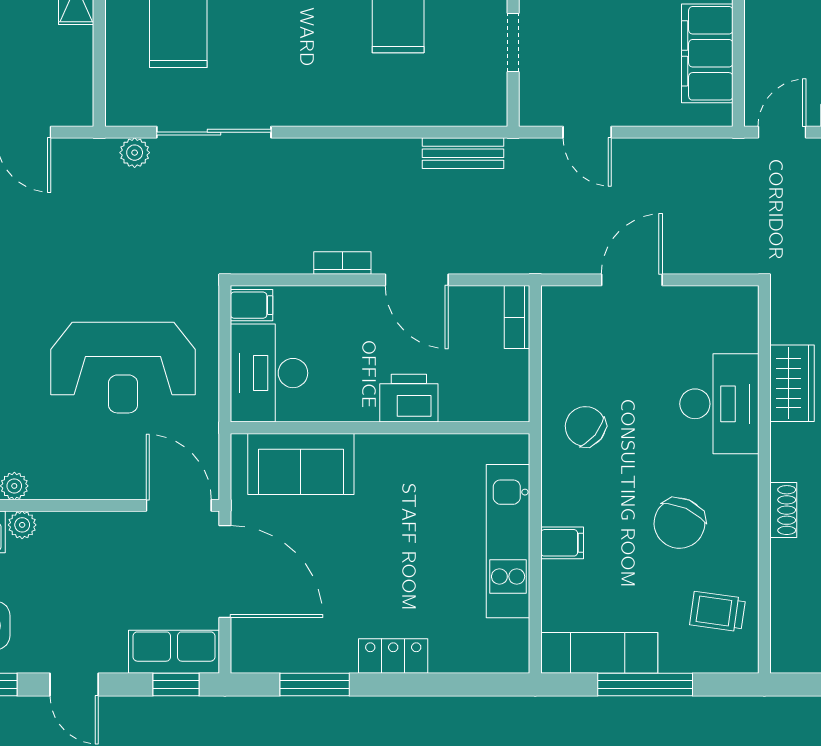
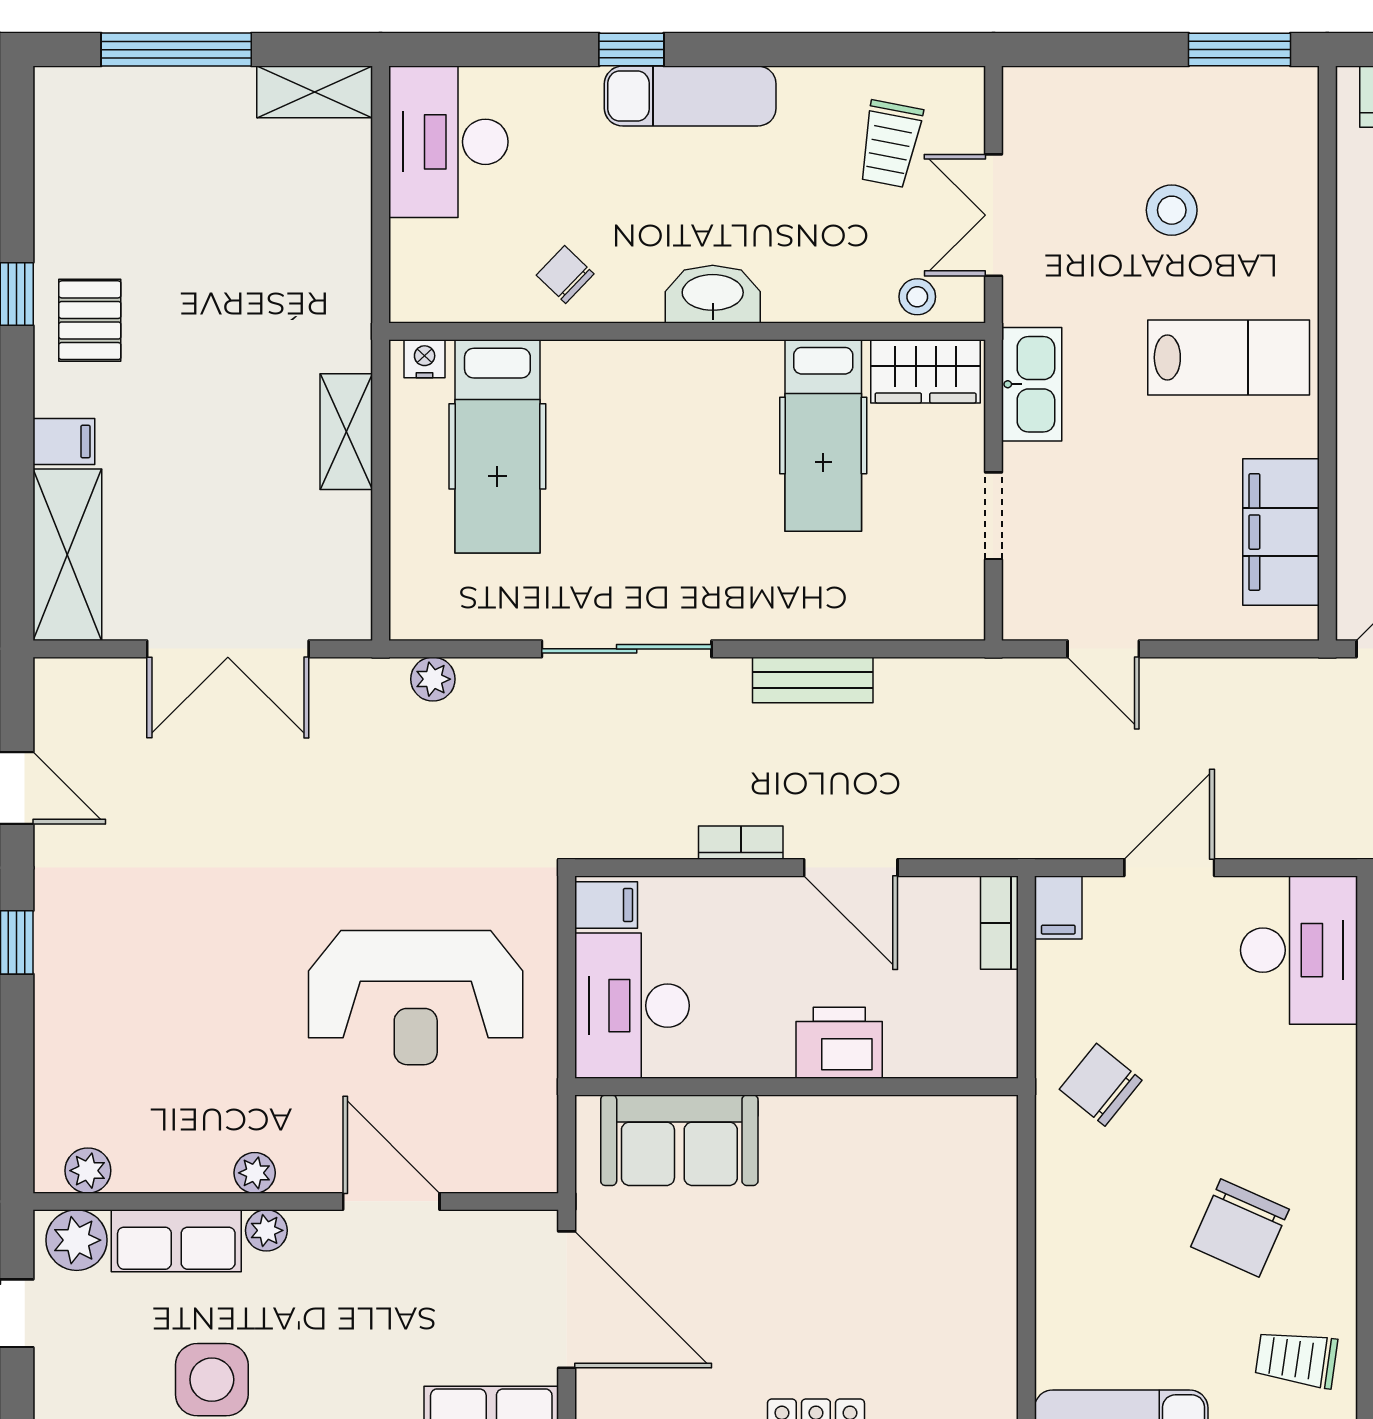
sliding door: (214, 132) -> (627, 649), moved
bench: (463, 153) -> (813, 680), moved
desk: (719, 404) -> (1299, 950), moved
door: (179, 505) -> (391, 1201), moved
kitchen unit: (508, 541) -> (986, 1255), removed
filing cabinet: (562, 543) -> (1058, 907), moved, turned 90

